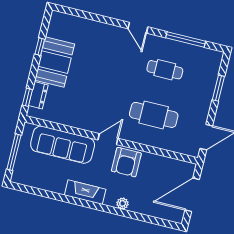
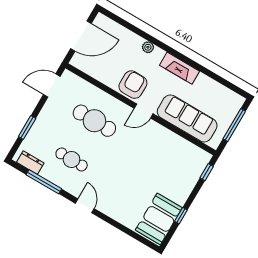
booth: (55, 62) -> (159, 219), moved
dresser: (38, 95) -> (30, 163), moved, turned 90

